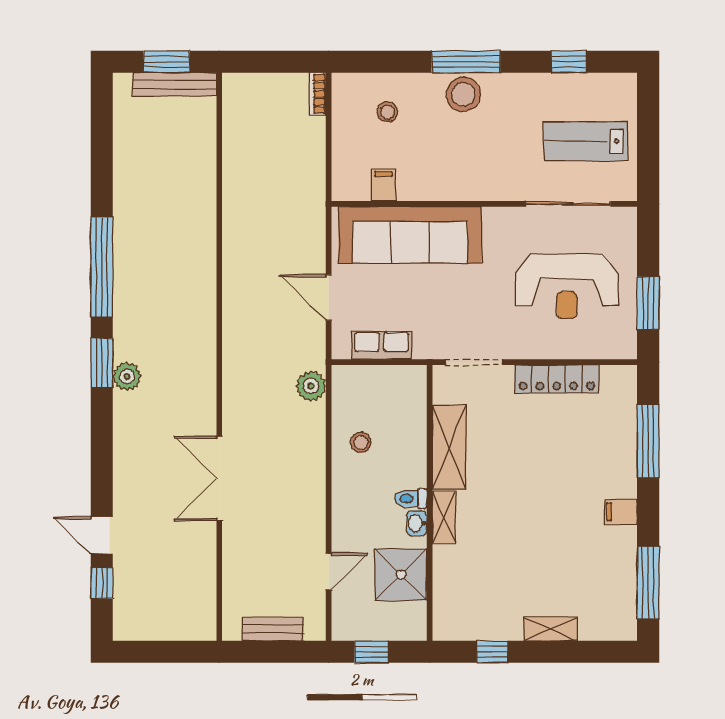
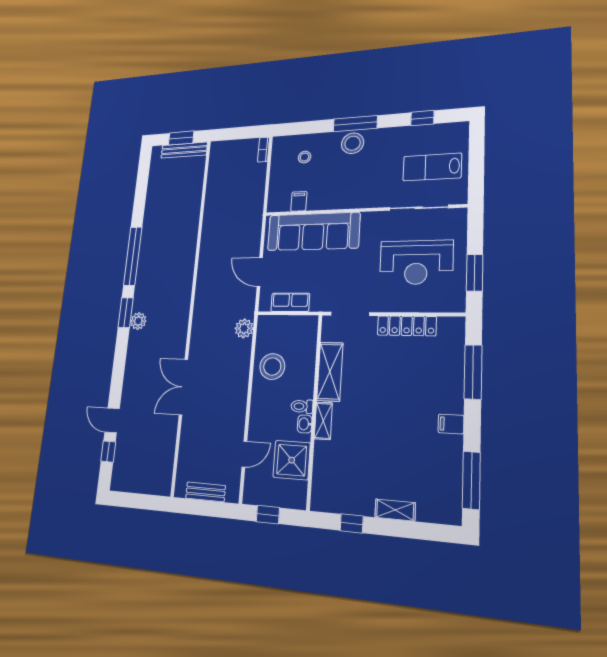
stool: (361, 442) -> (272, 366), width x1.89, depth x1.89

